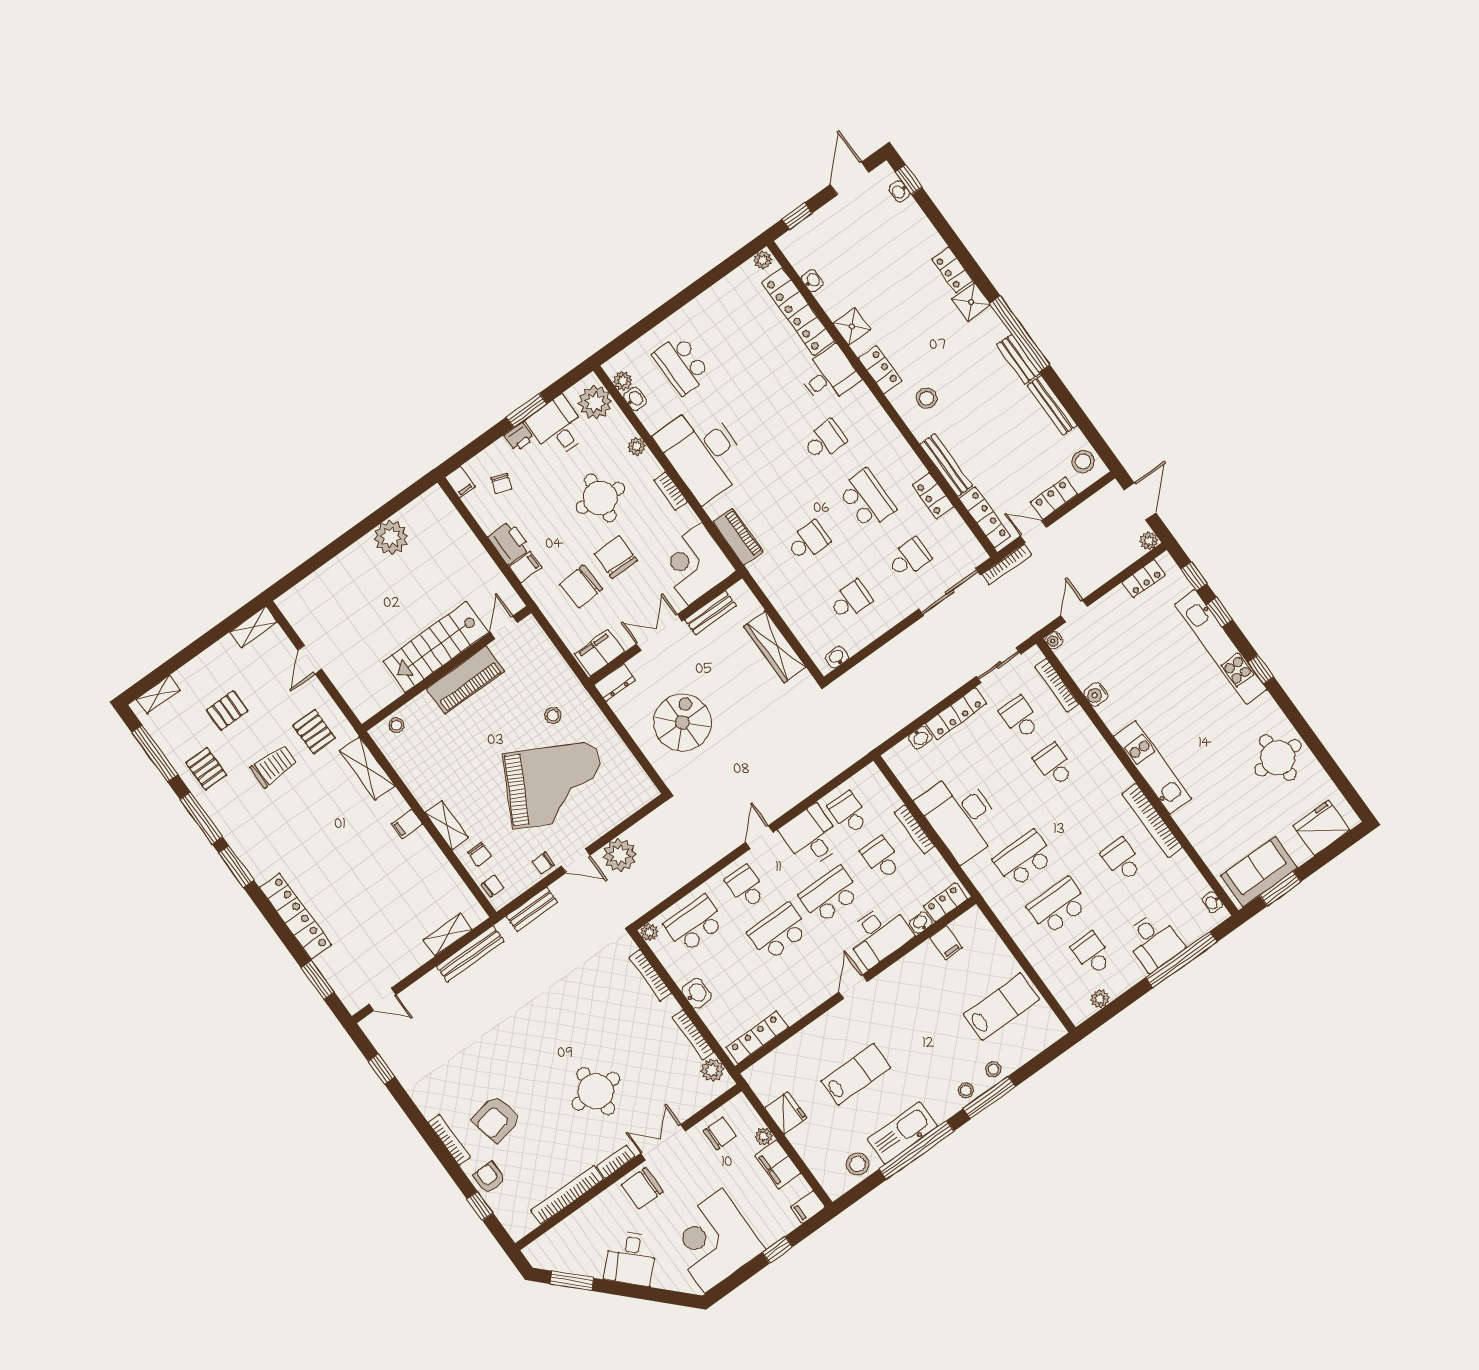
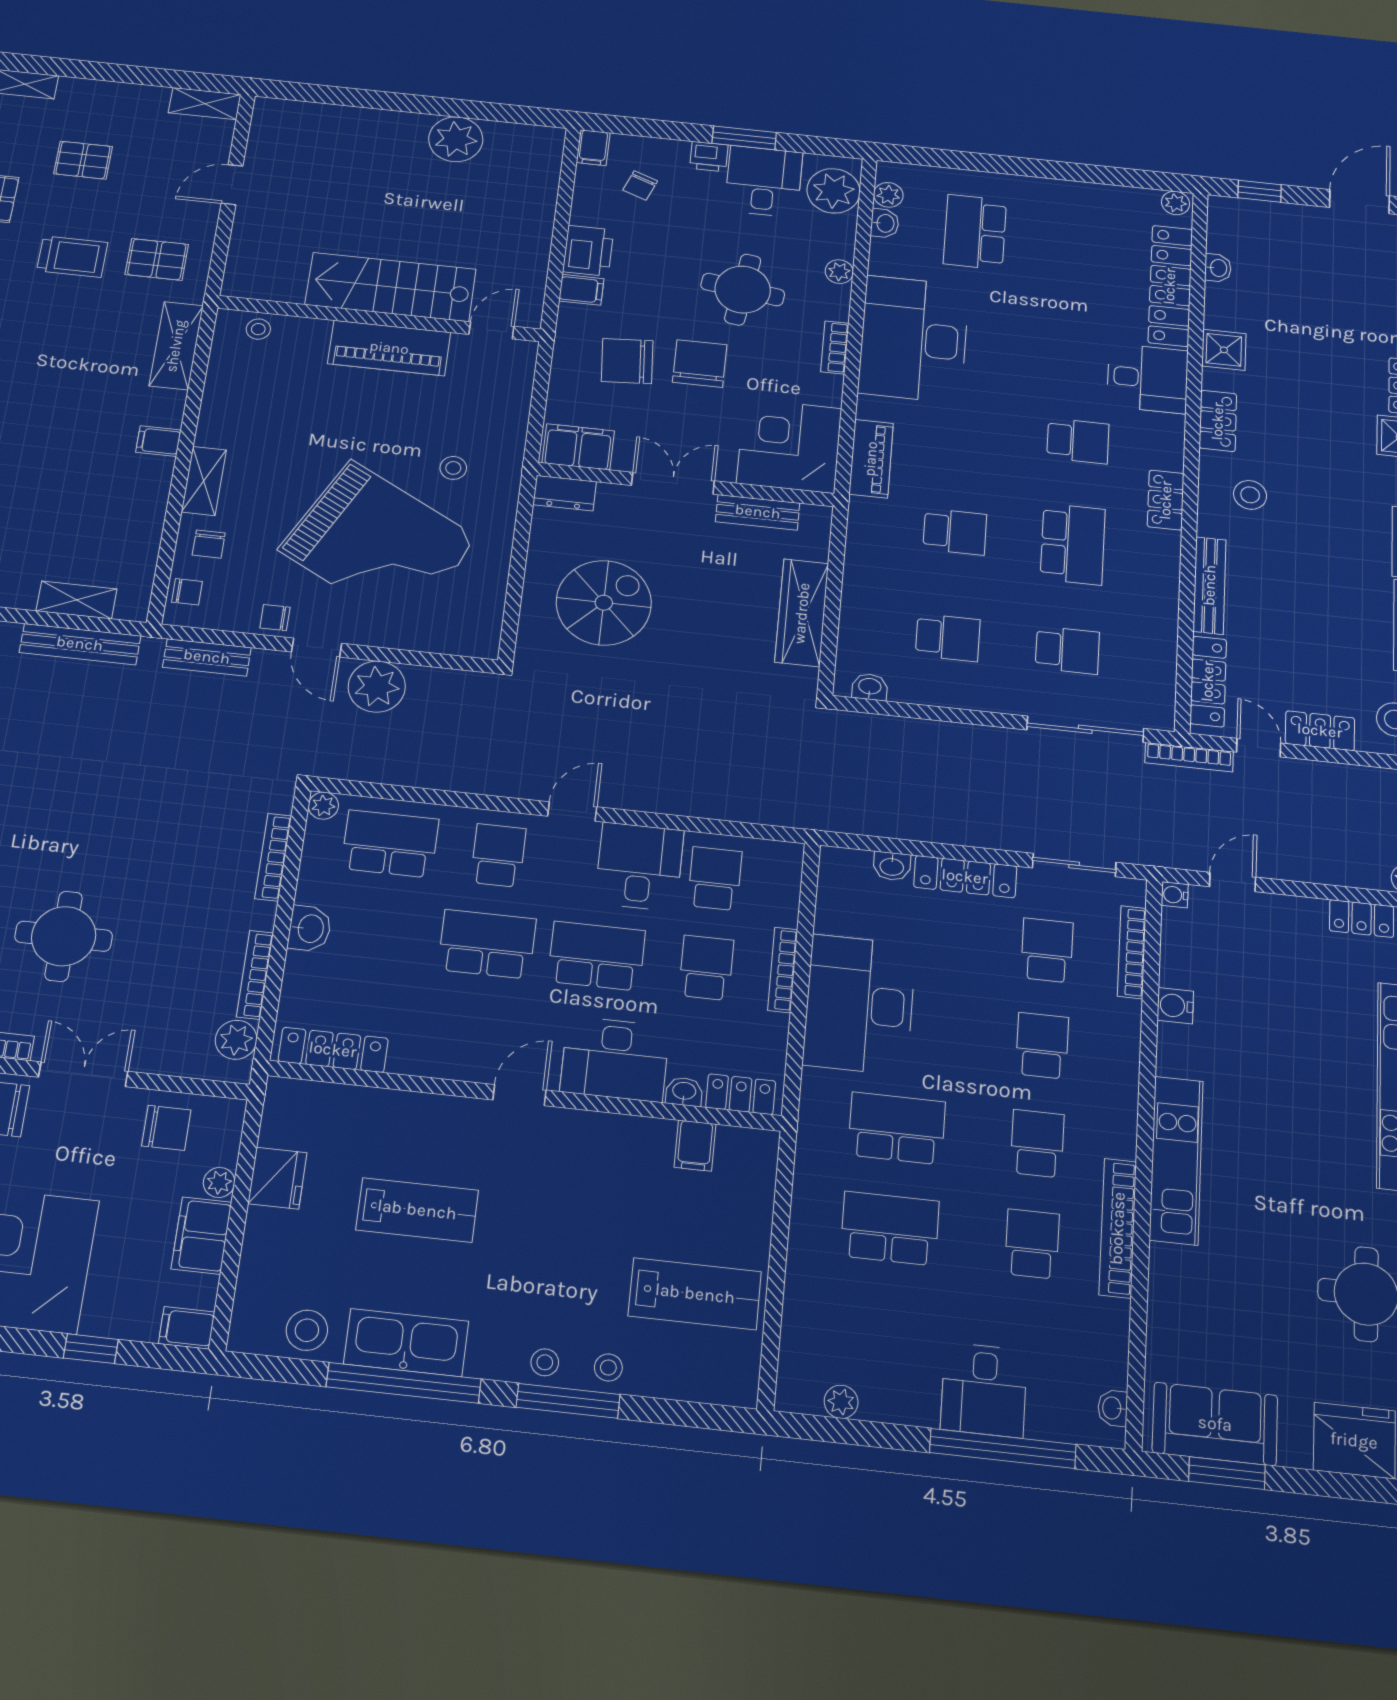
locker: (933, 496) -> (1166, 500), moved
pallet: (314, 732) -> (157, 259), turned 90
school desk: (1092, 954) -> (1037, 1144), moved

